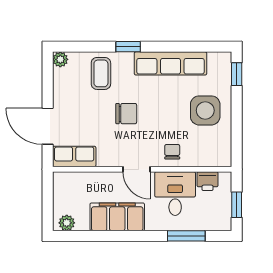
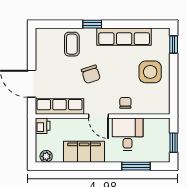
plant: (60, 59) -> (41, 34), removed
chair: (126, 114) -> (91, 74), turned 72
row of seats: (74, 156) -> (60, 107), width x1.48
printer: (208, 181) -> (43, 126), moved, turned -90

